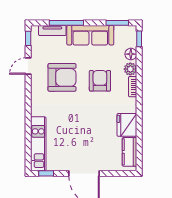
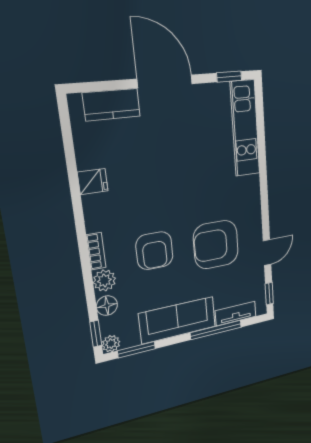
plant: (131, 31) -> (111, 344), added
fridge: (127, 125) -> (93, 182), width x0.53, depth x0.75
kitchen counter: (130, 152) -> (112, 105), moved, turned 90

